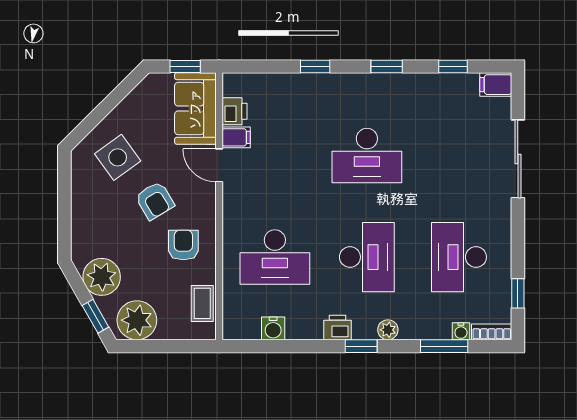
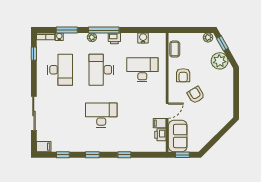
side table: (118, 157) -> (212, 114), removed
door: (219, 165) -> (167, 111), hinge flipped
plant: (137, 320) -> (208, 37), width x0.53, depth x0.53
window: (361, 346) -> (104, 30), width x2.17

